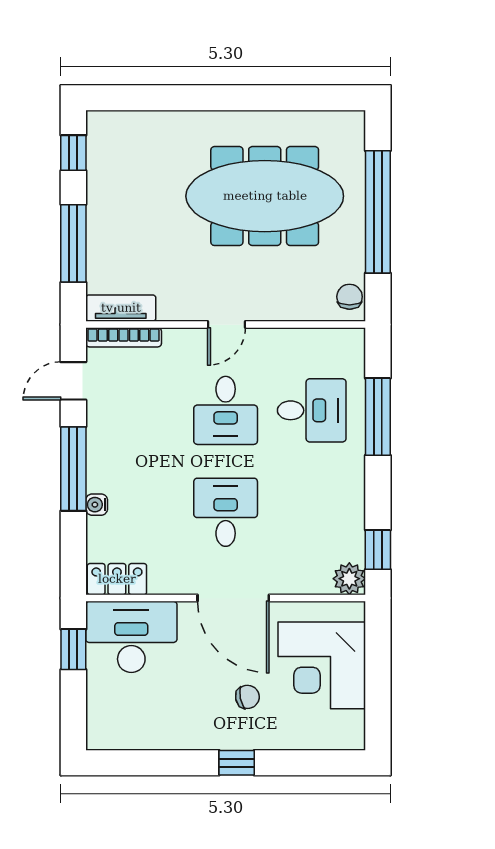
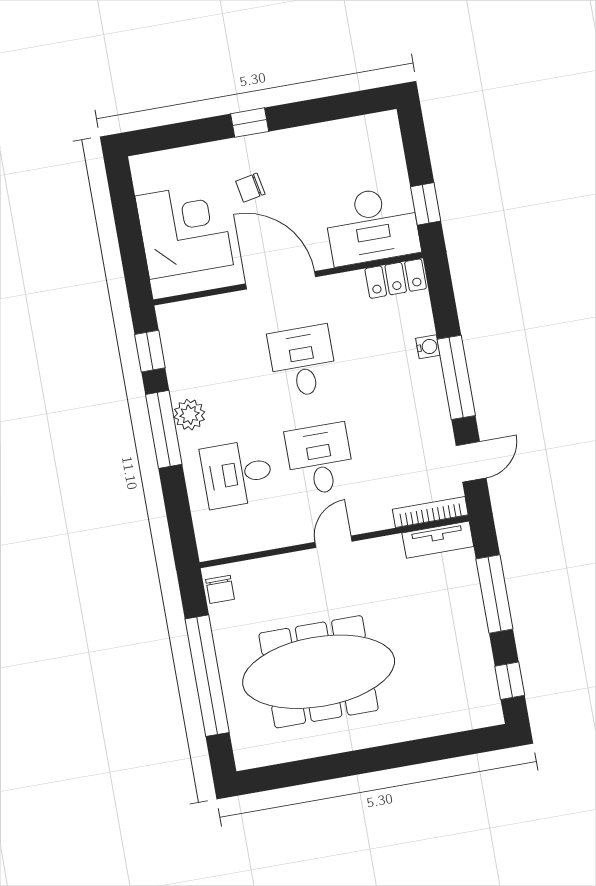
window: (378, 417) -> (164, 429), moved
desk: (226, 512) -> (303, 361), turned 180
plant: (349, 579) -> (189, 415), moved

